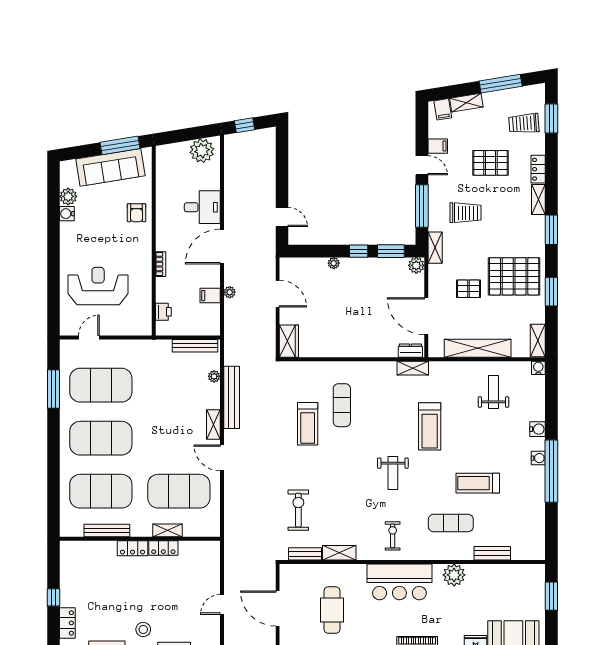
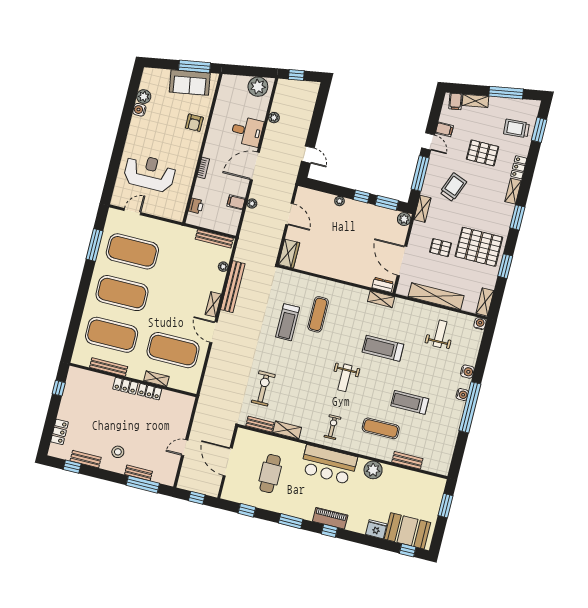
sofa: (110, 167) -> (190, 83), width x0.73
plant: (230, 183) -> (274, 118), added
trolley: (466, 213) -> (453, 187), turned -69
treadmill: (430, 426) -> (383, 348), turned 90
window: (53, 597) -> (59, 388), moved

